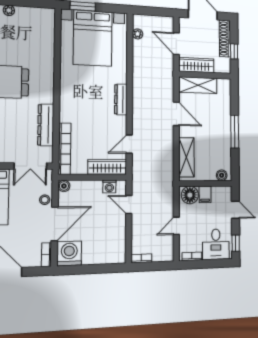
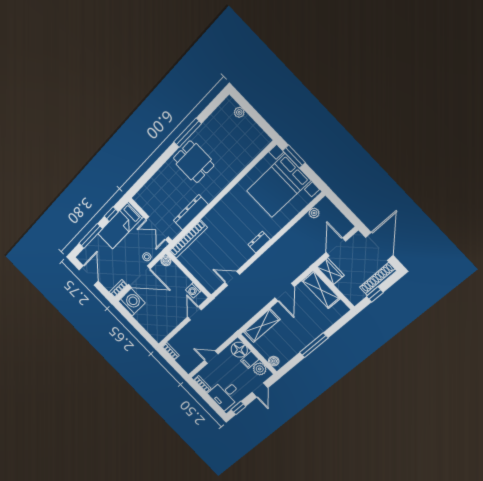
wardrobe: (196, 65) -> (331, 271), width x0.67
dresser: (121, 99) -> (259, 242), width x0.70
wardrobe: (107, 167) -> (204, 278), removed
plant: (219, 193) -> (260, 369), added

